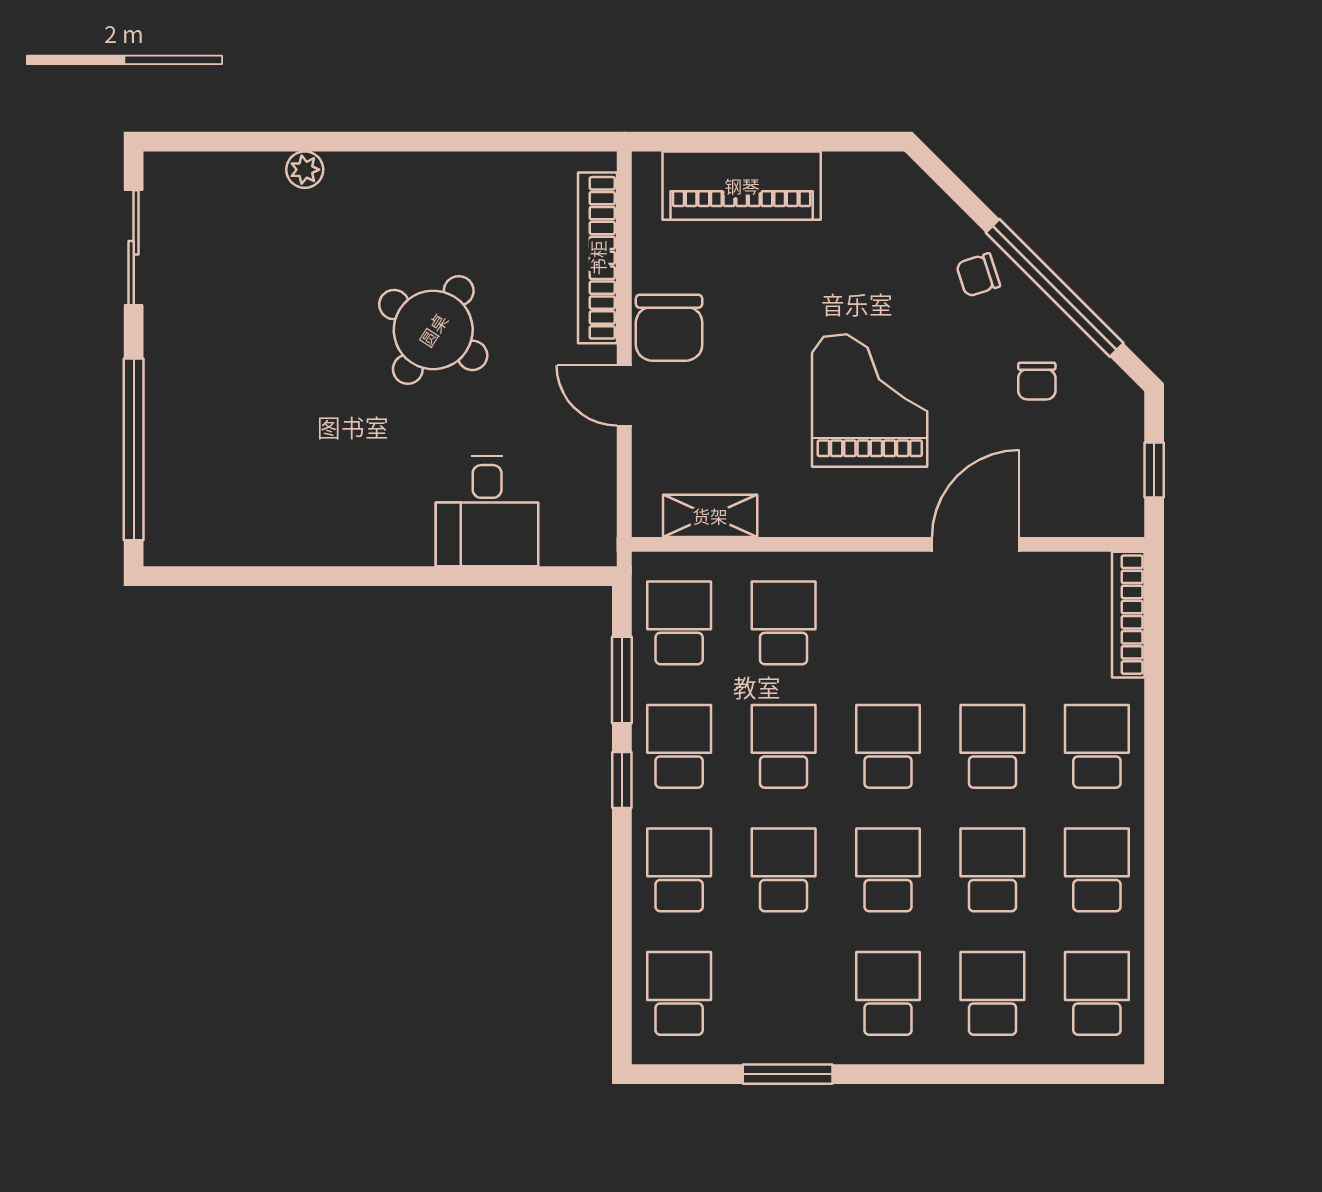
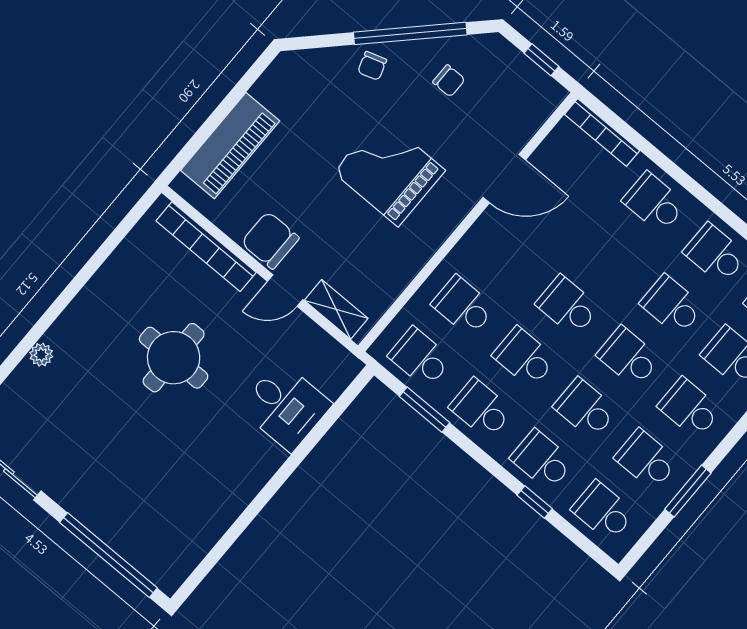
chair: (669, 328) -> (270, 240), turned 180
round table: (433, 330) -> (174, 358), turned -33
shelving: (710, 516) -> (336, 309), moved, turned 90
door: (976, 544) -> (504, 179), swing flipped
school desk: (992, 746) -> (646, 460), moved
window: (622, 780) -> (535, 502), moved

